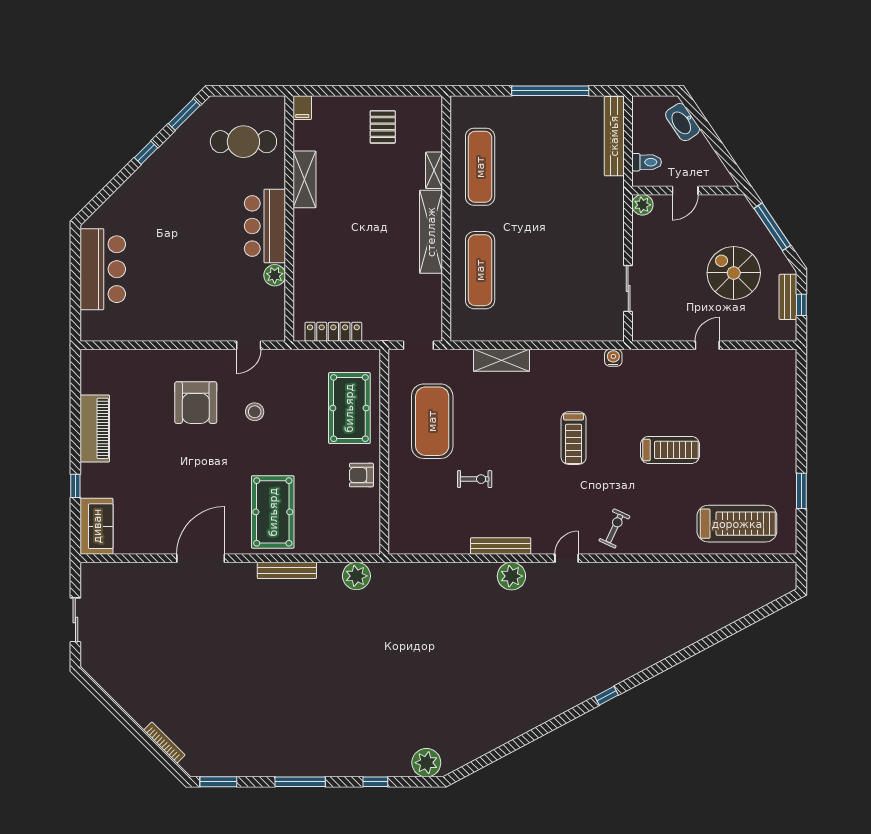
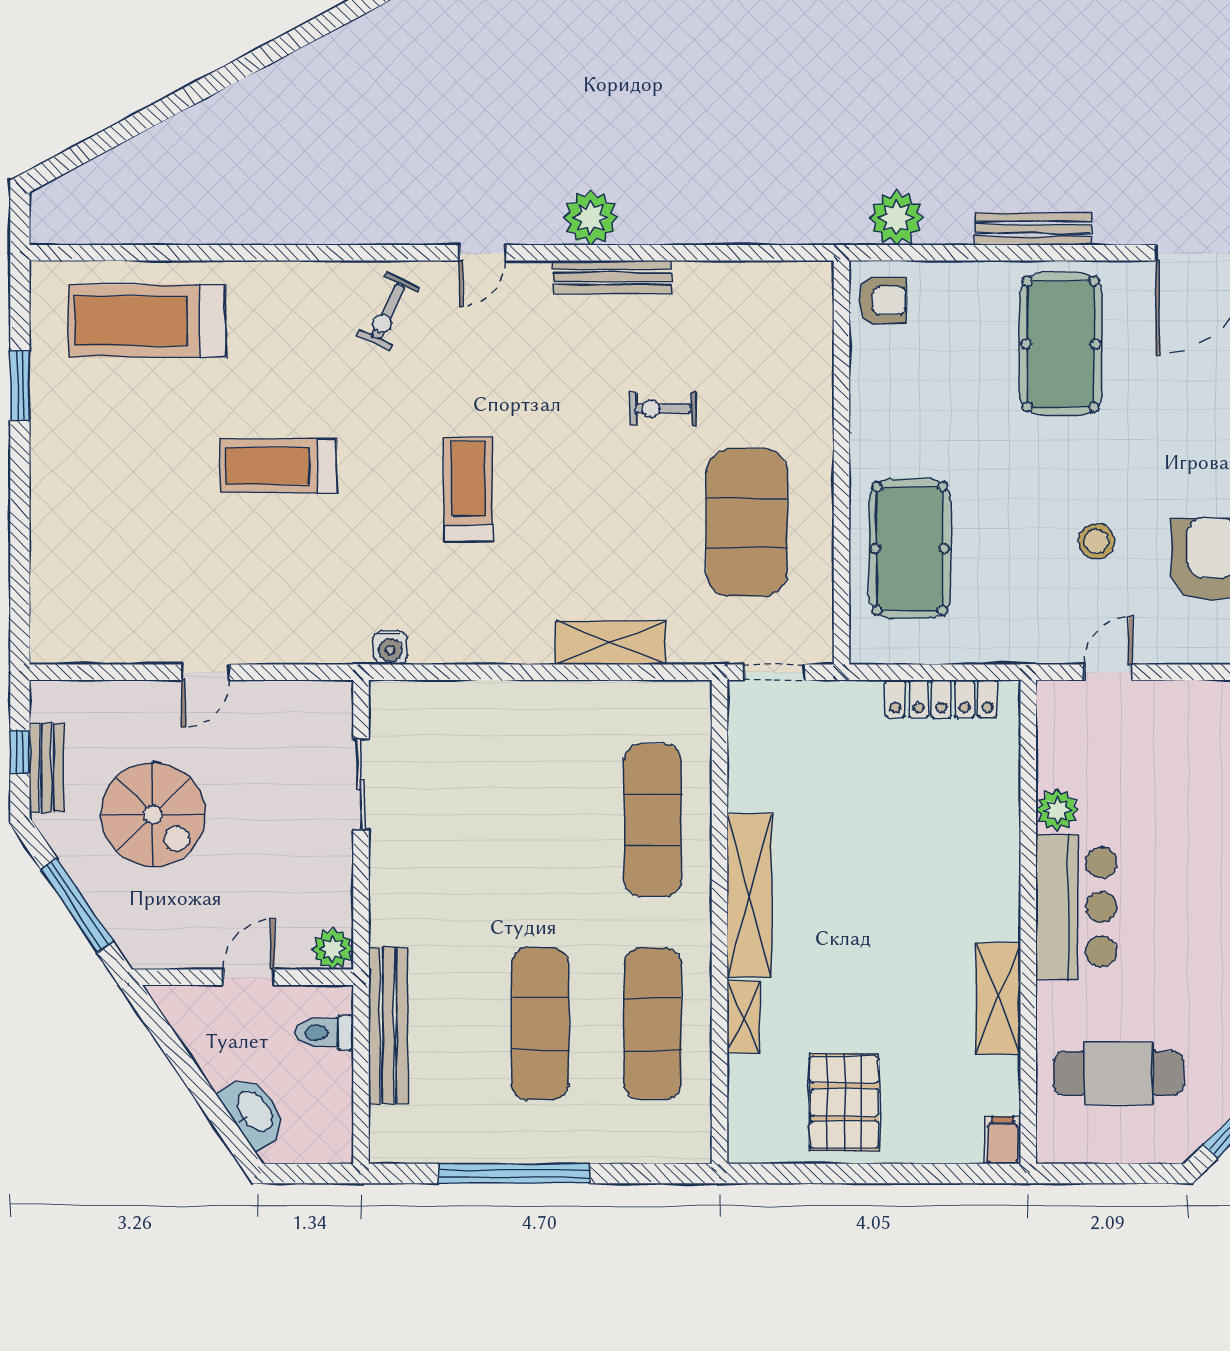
pallet: (383, 127) -> (844, 1102), width x1.50, depth x1.42
bench: (614, 136) -> (388, 1025), moved
exercise mat: (537, 167) -> (540, 1024), added
armchair: (361, 475) -> (883, 301), moved

